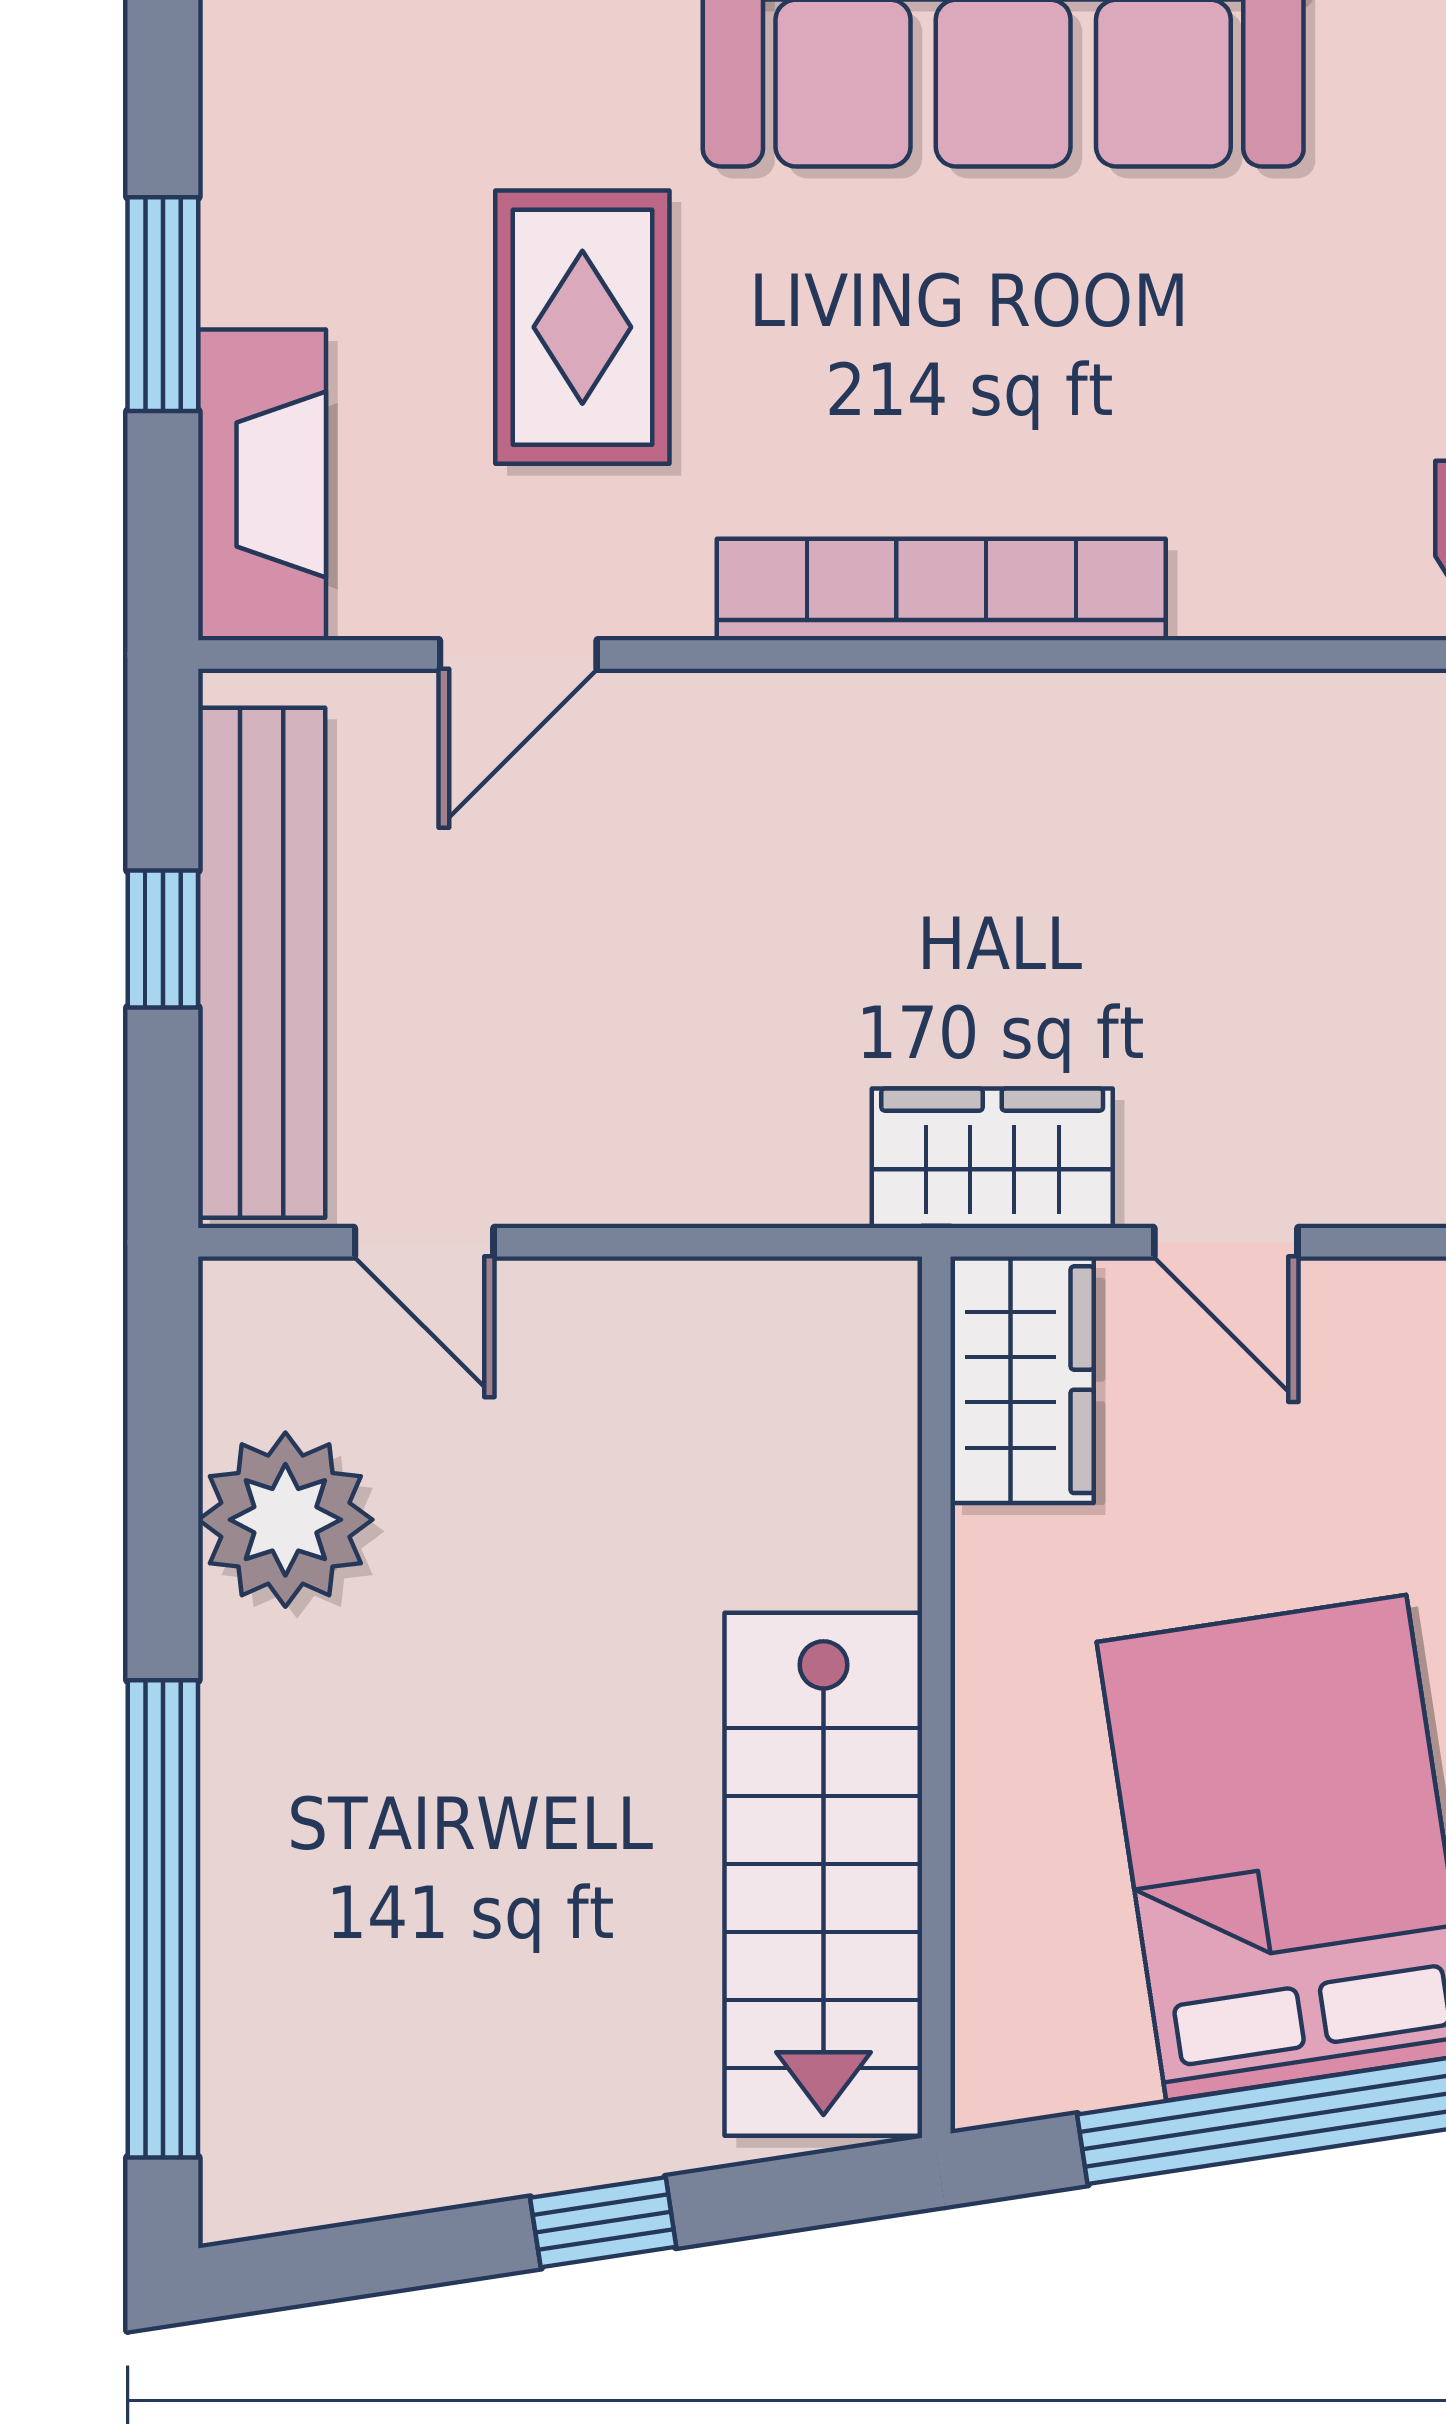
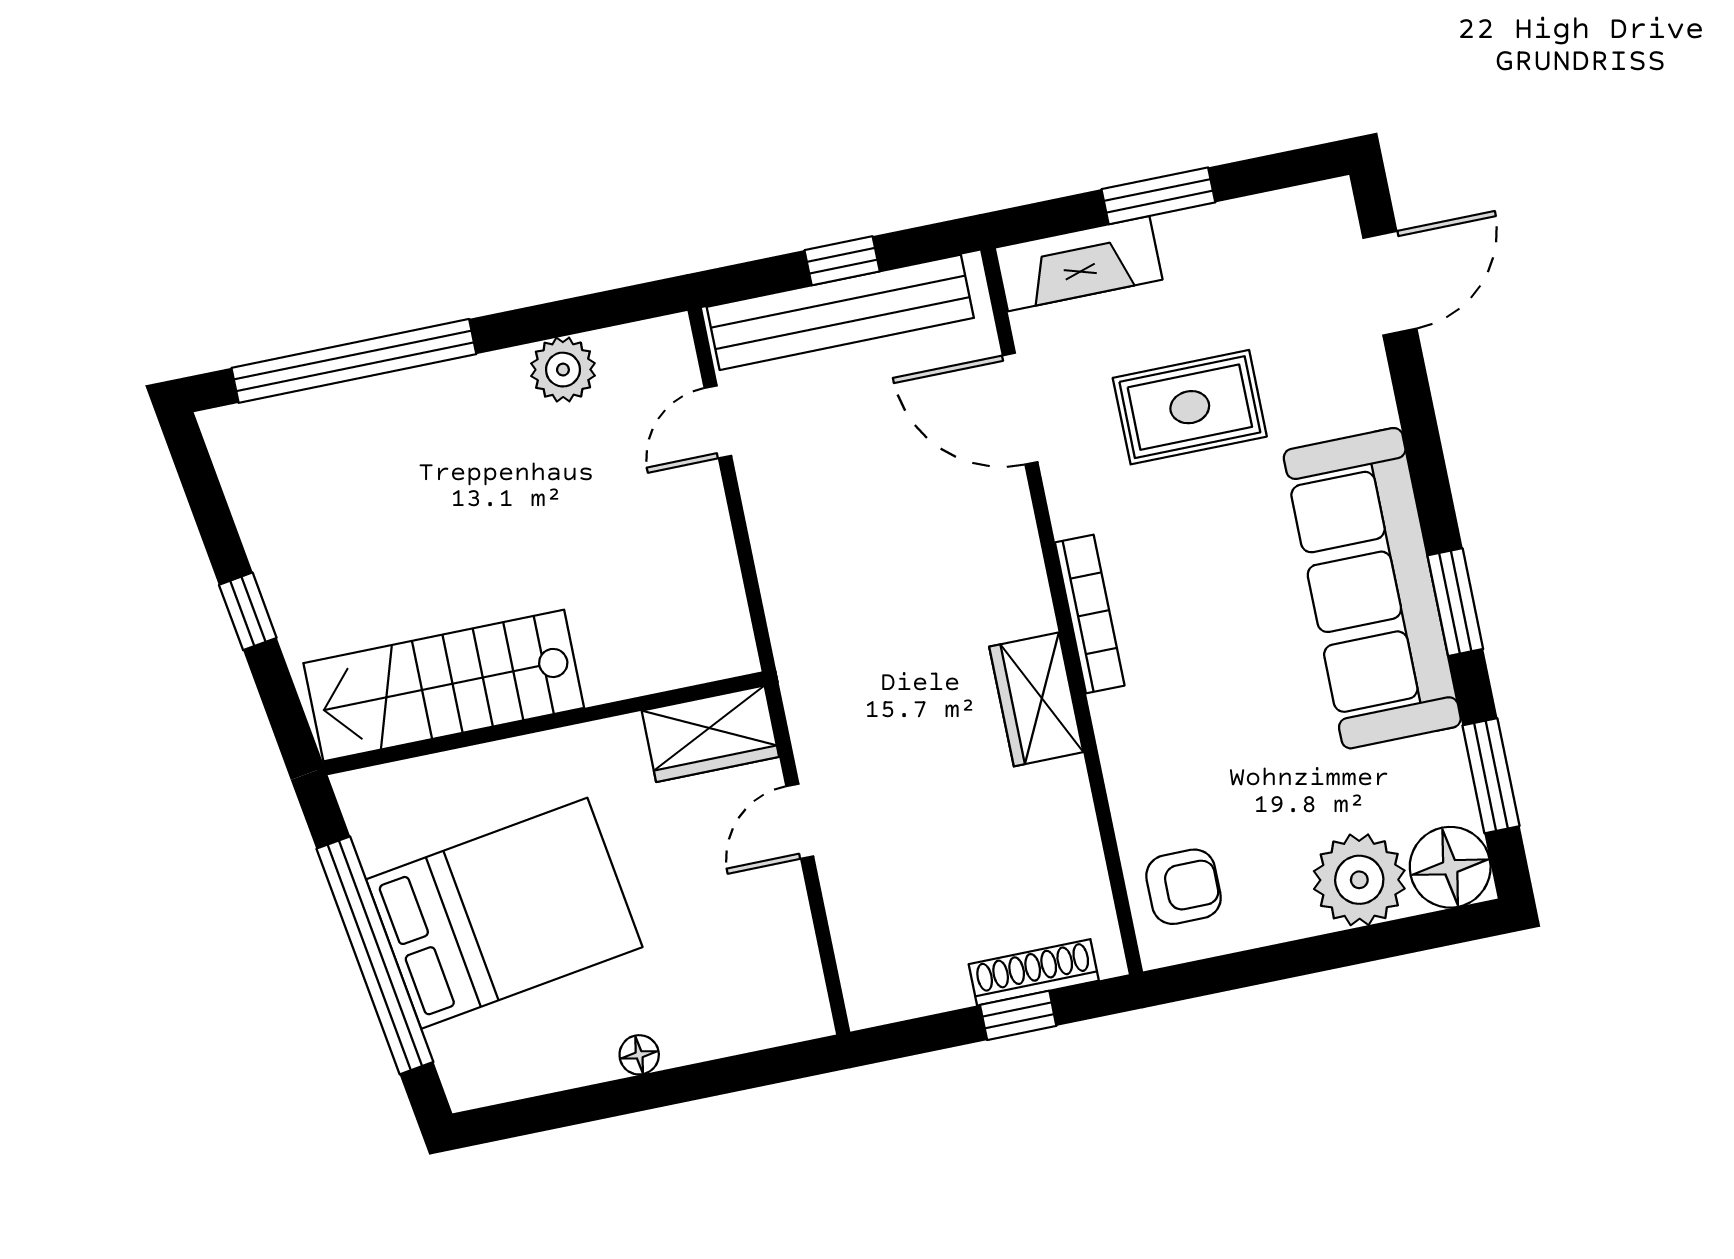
bookcase: (941, 589) -> (1090, 614), width x0.68, depth x0.76
door: (518, 654) -> (1020, 409), width x1.38
wardrobe: (992, 1158) -> (1036, 699), moved, turned 180
plant: (285, 1520) -> (563, 370), width x0.73, depth x0.73

